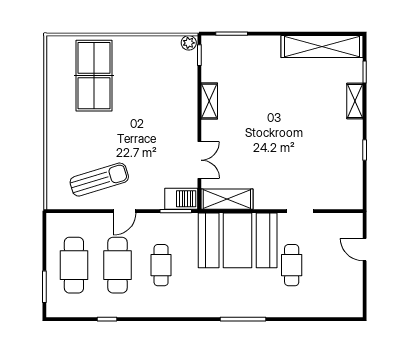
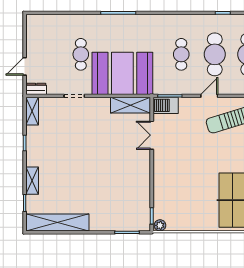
shelving: (209, 101) -> (32, 111), moved
dresser: (350, 220) -> (36, 89), added
door: (365, 250) -> (25, 66), swing flipped

